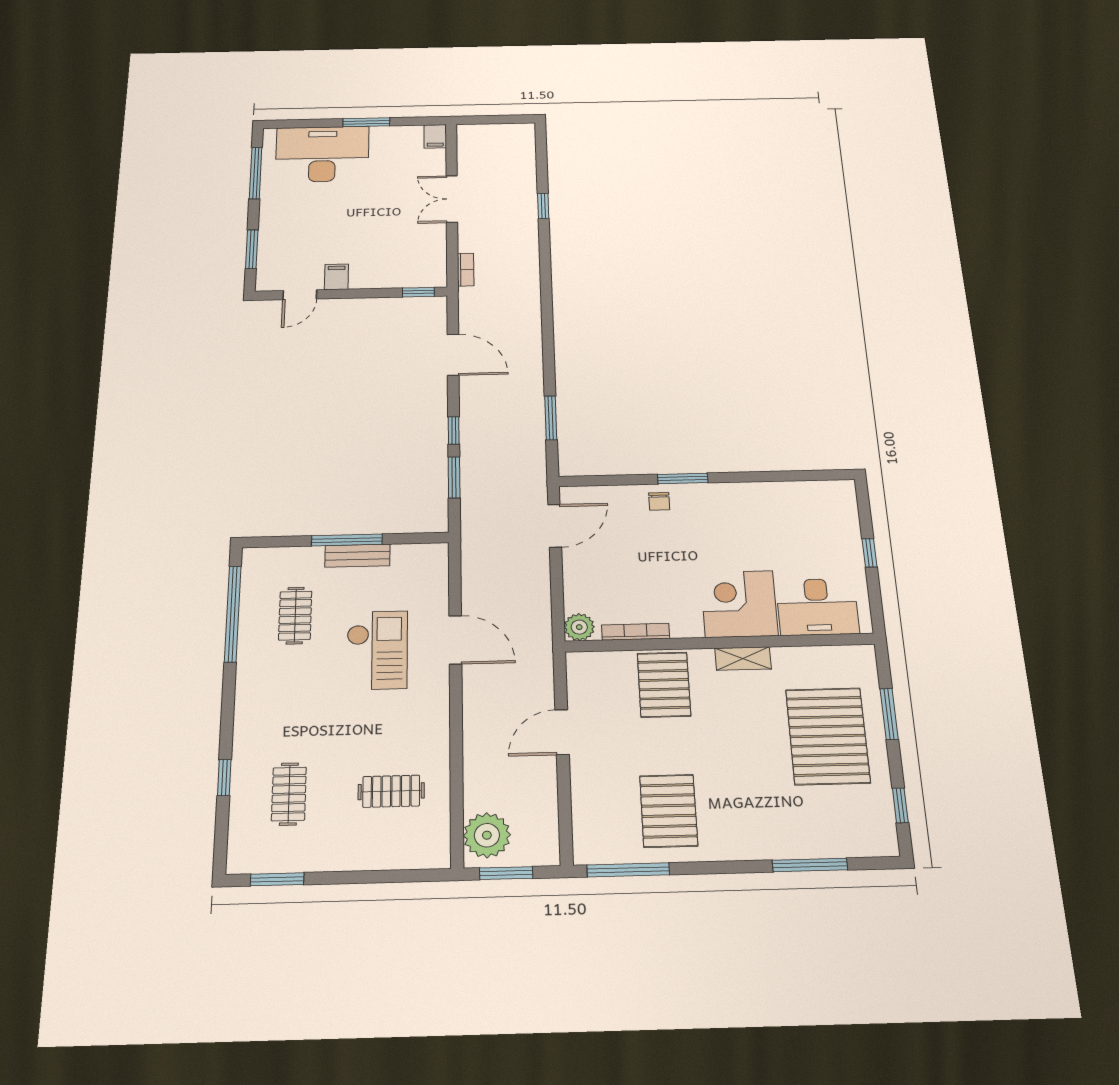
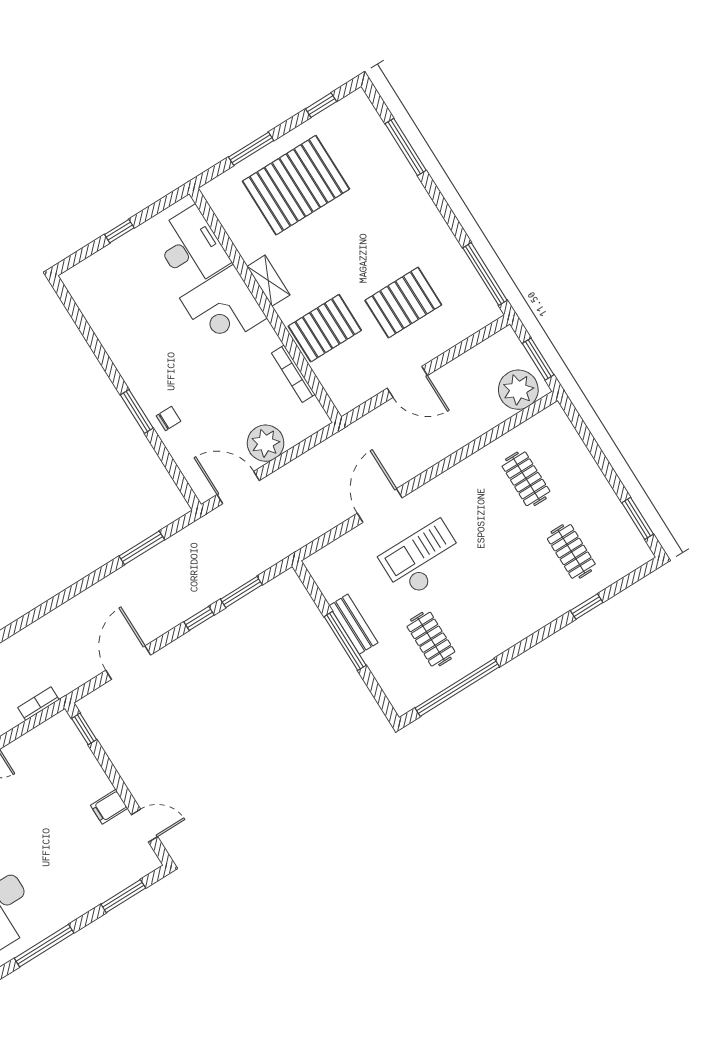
clothes rail: (295, 616) -> (431, 639), turned 90
plant: (579, 627) -> (266, 443), moved, width x1.36, depth x1.36
clothes rail: (289, 794) -> (571, 551), turned 90
pallet: (669, 811) -> (403, 303), moved

